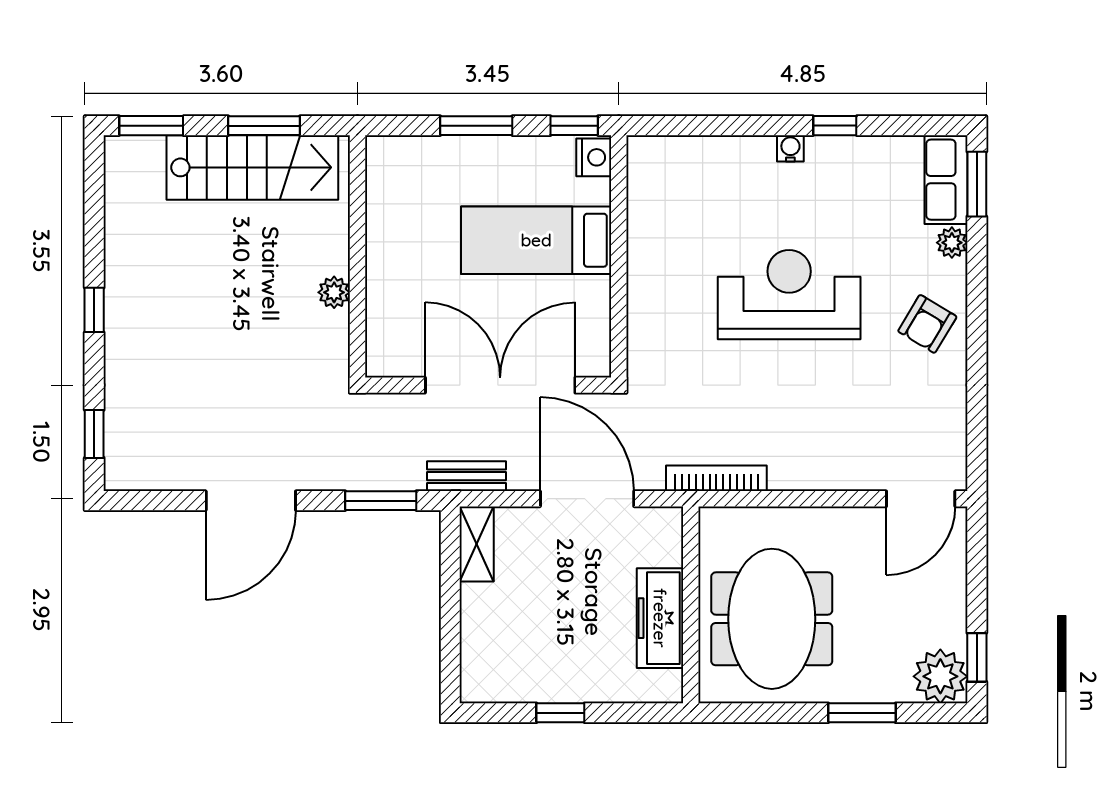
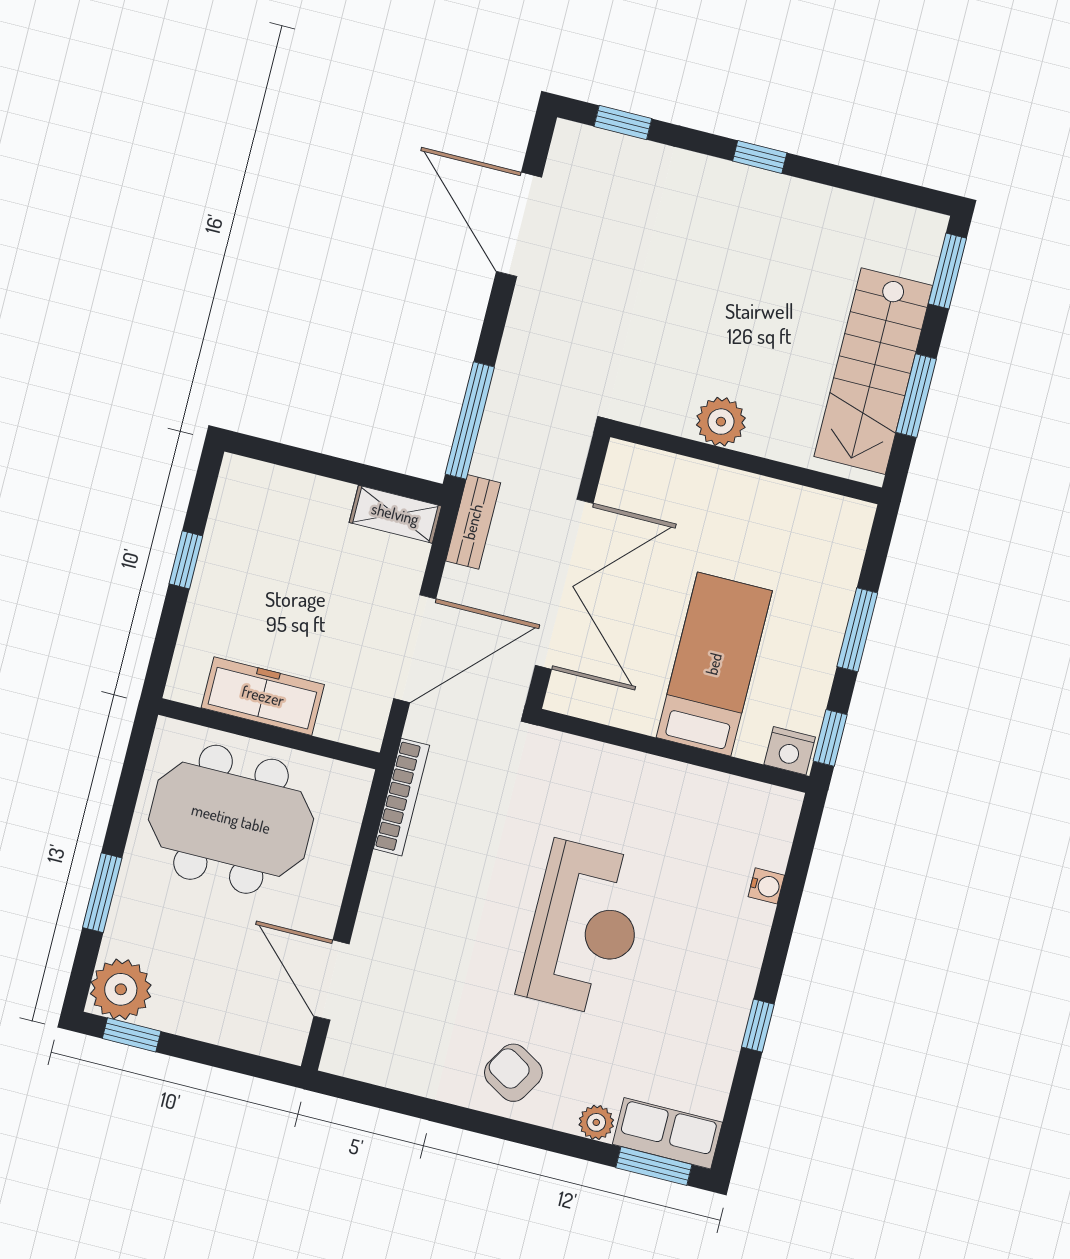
water cooler: (790, 148) -> (766, 886), moved
plant: (334, 292) -> (721, 422), width x1.38, depth x1.38
door: (921, 499) -> (331, 980), moved
door: (251, 501) -> (519, 224), moved
window: (381, 501) -> (470, 420), width x1.44

